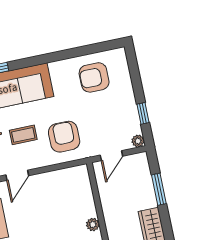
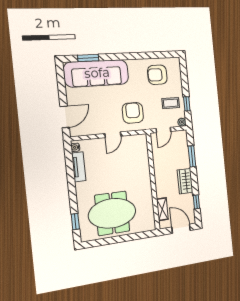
coffee table: (23, 135) -> (171, 103), moved
door: (17, 175) -> (113, 135), moved
plant: (93, 225) -> (146, 177), removed

